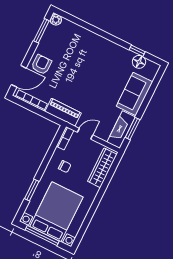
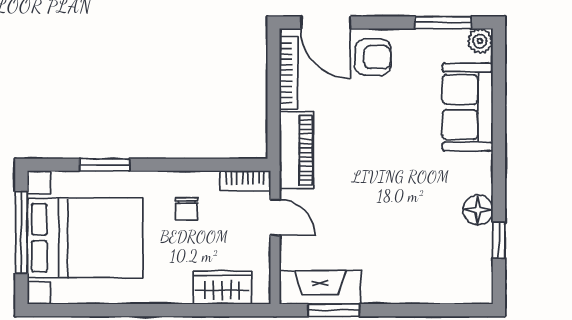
floor lamp: (139, 62) -> (478, 210), moved
sofa: (135, 94) -> (468, 107), moved, turned -90
wardrobe: (102, 168) -> (222, 288), width x0.67

